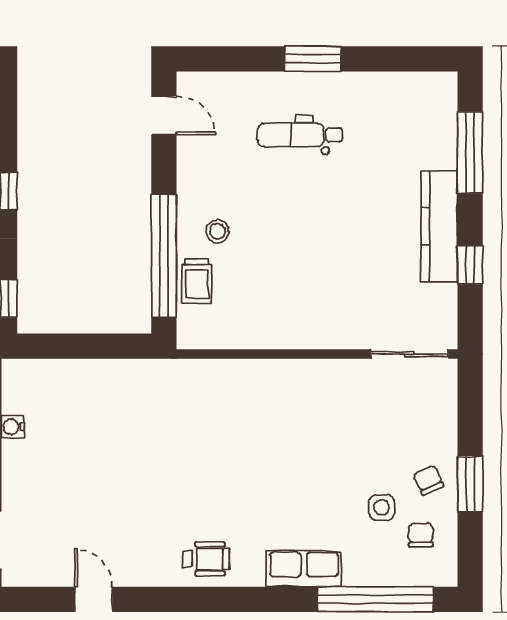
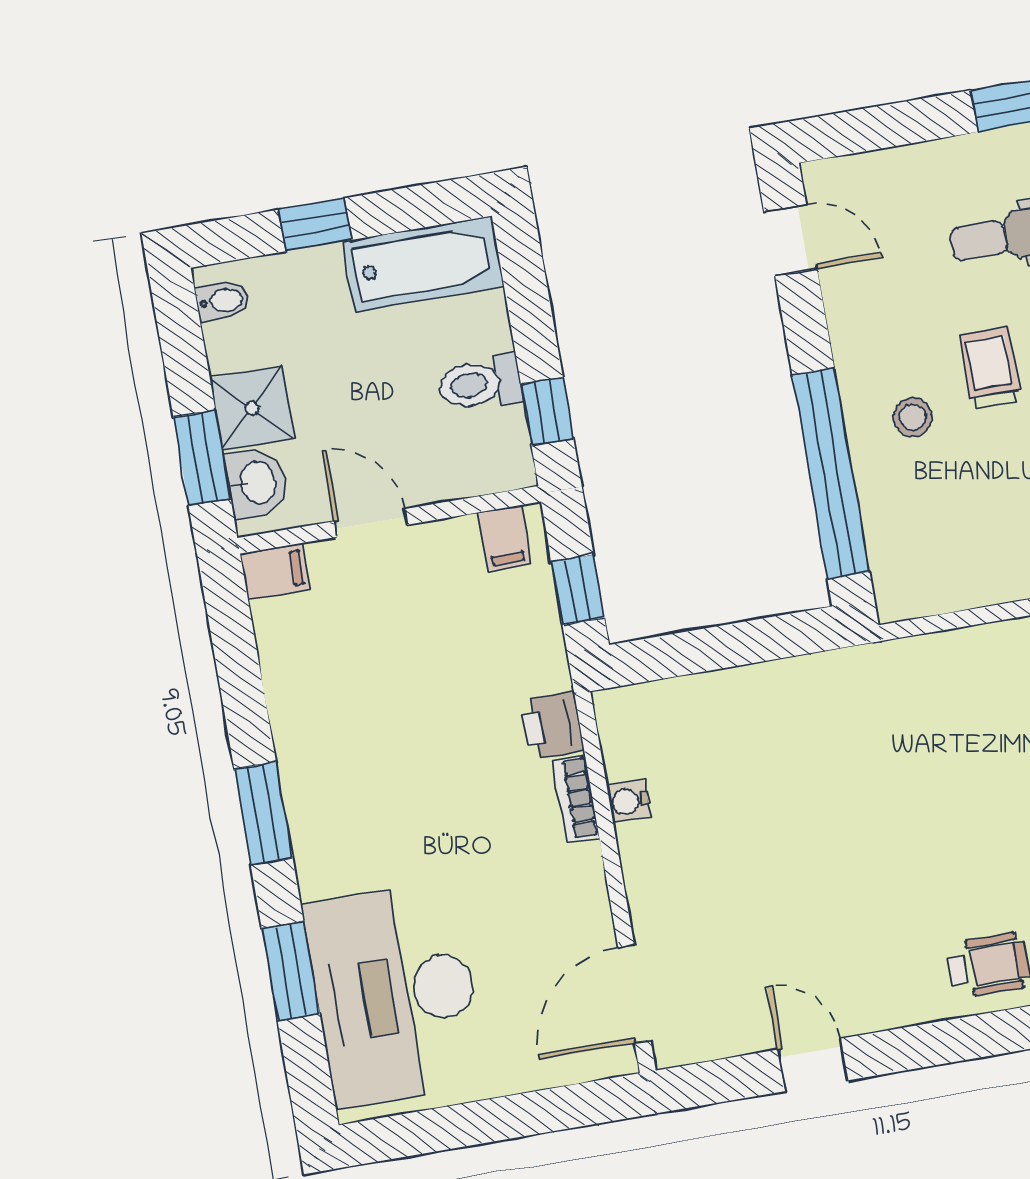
trolley: (197, 281) -> (990, 368), moved, turned 180

